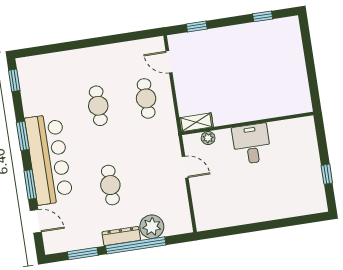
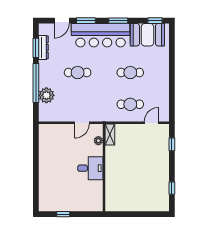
booth: (37, 89) -> (147, 35), added
dresser: (121, 236) -> (43, 47), moved

